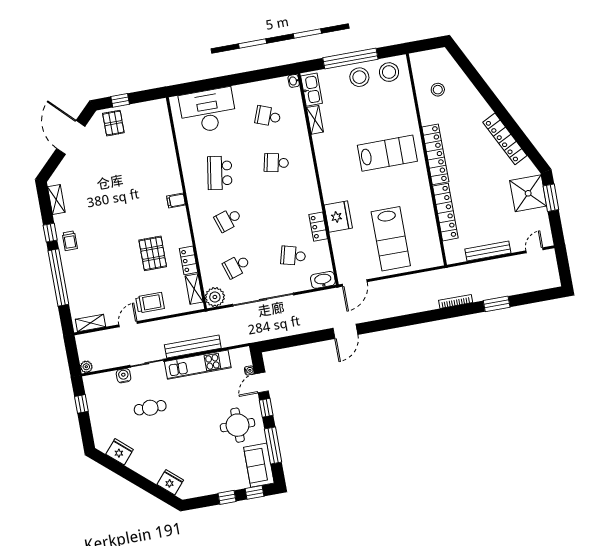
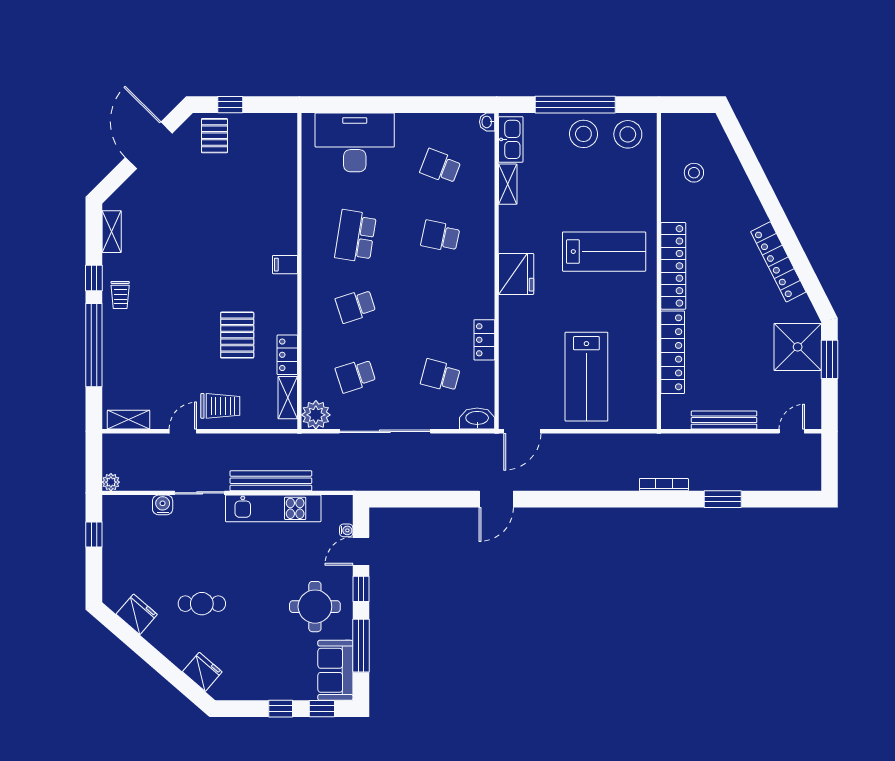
fridge: (338, 217) -> (516, 274), moved
cafe table: (150, 408) -> (202, 604), moved

